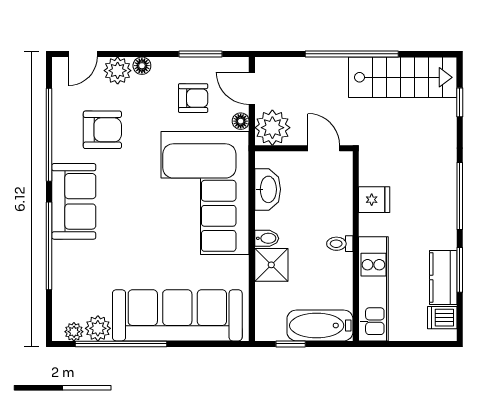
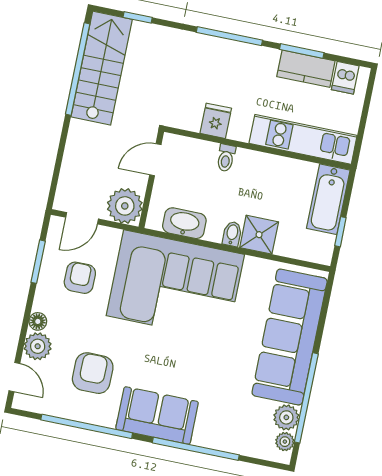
window: (352, 54) -> (78, 69), moved
floor lamp: (241, 121) -> (112, 236), removed
toilet: (340, 244) -> (226, 158), moved

